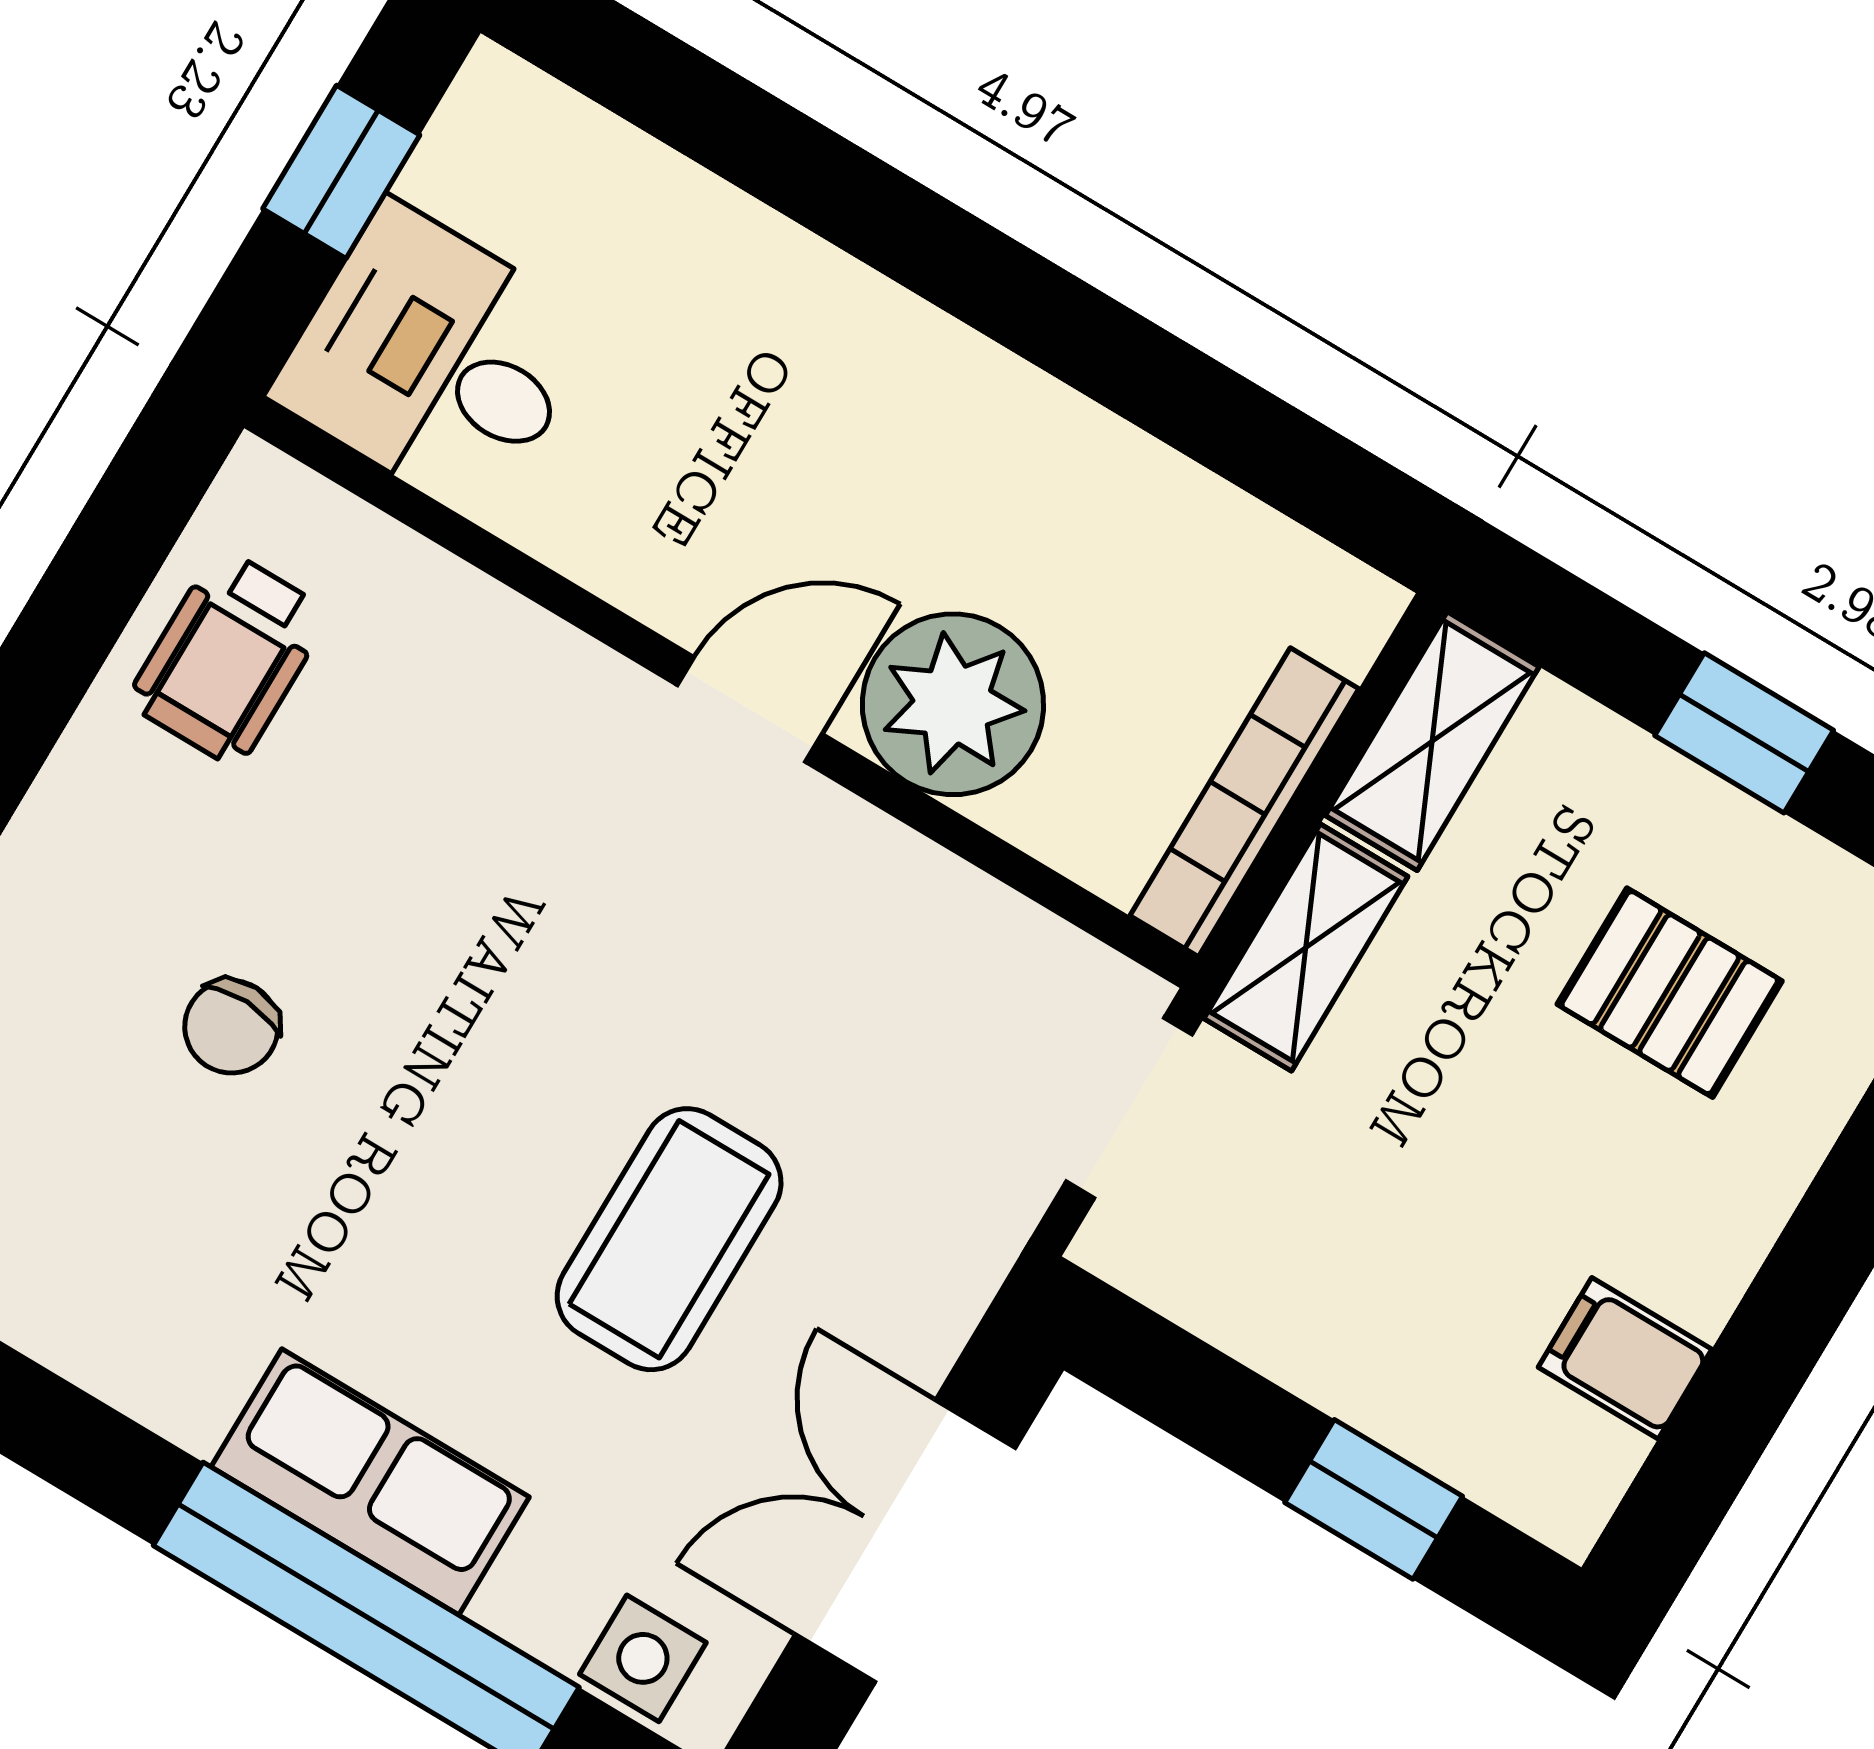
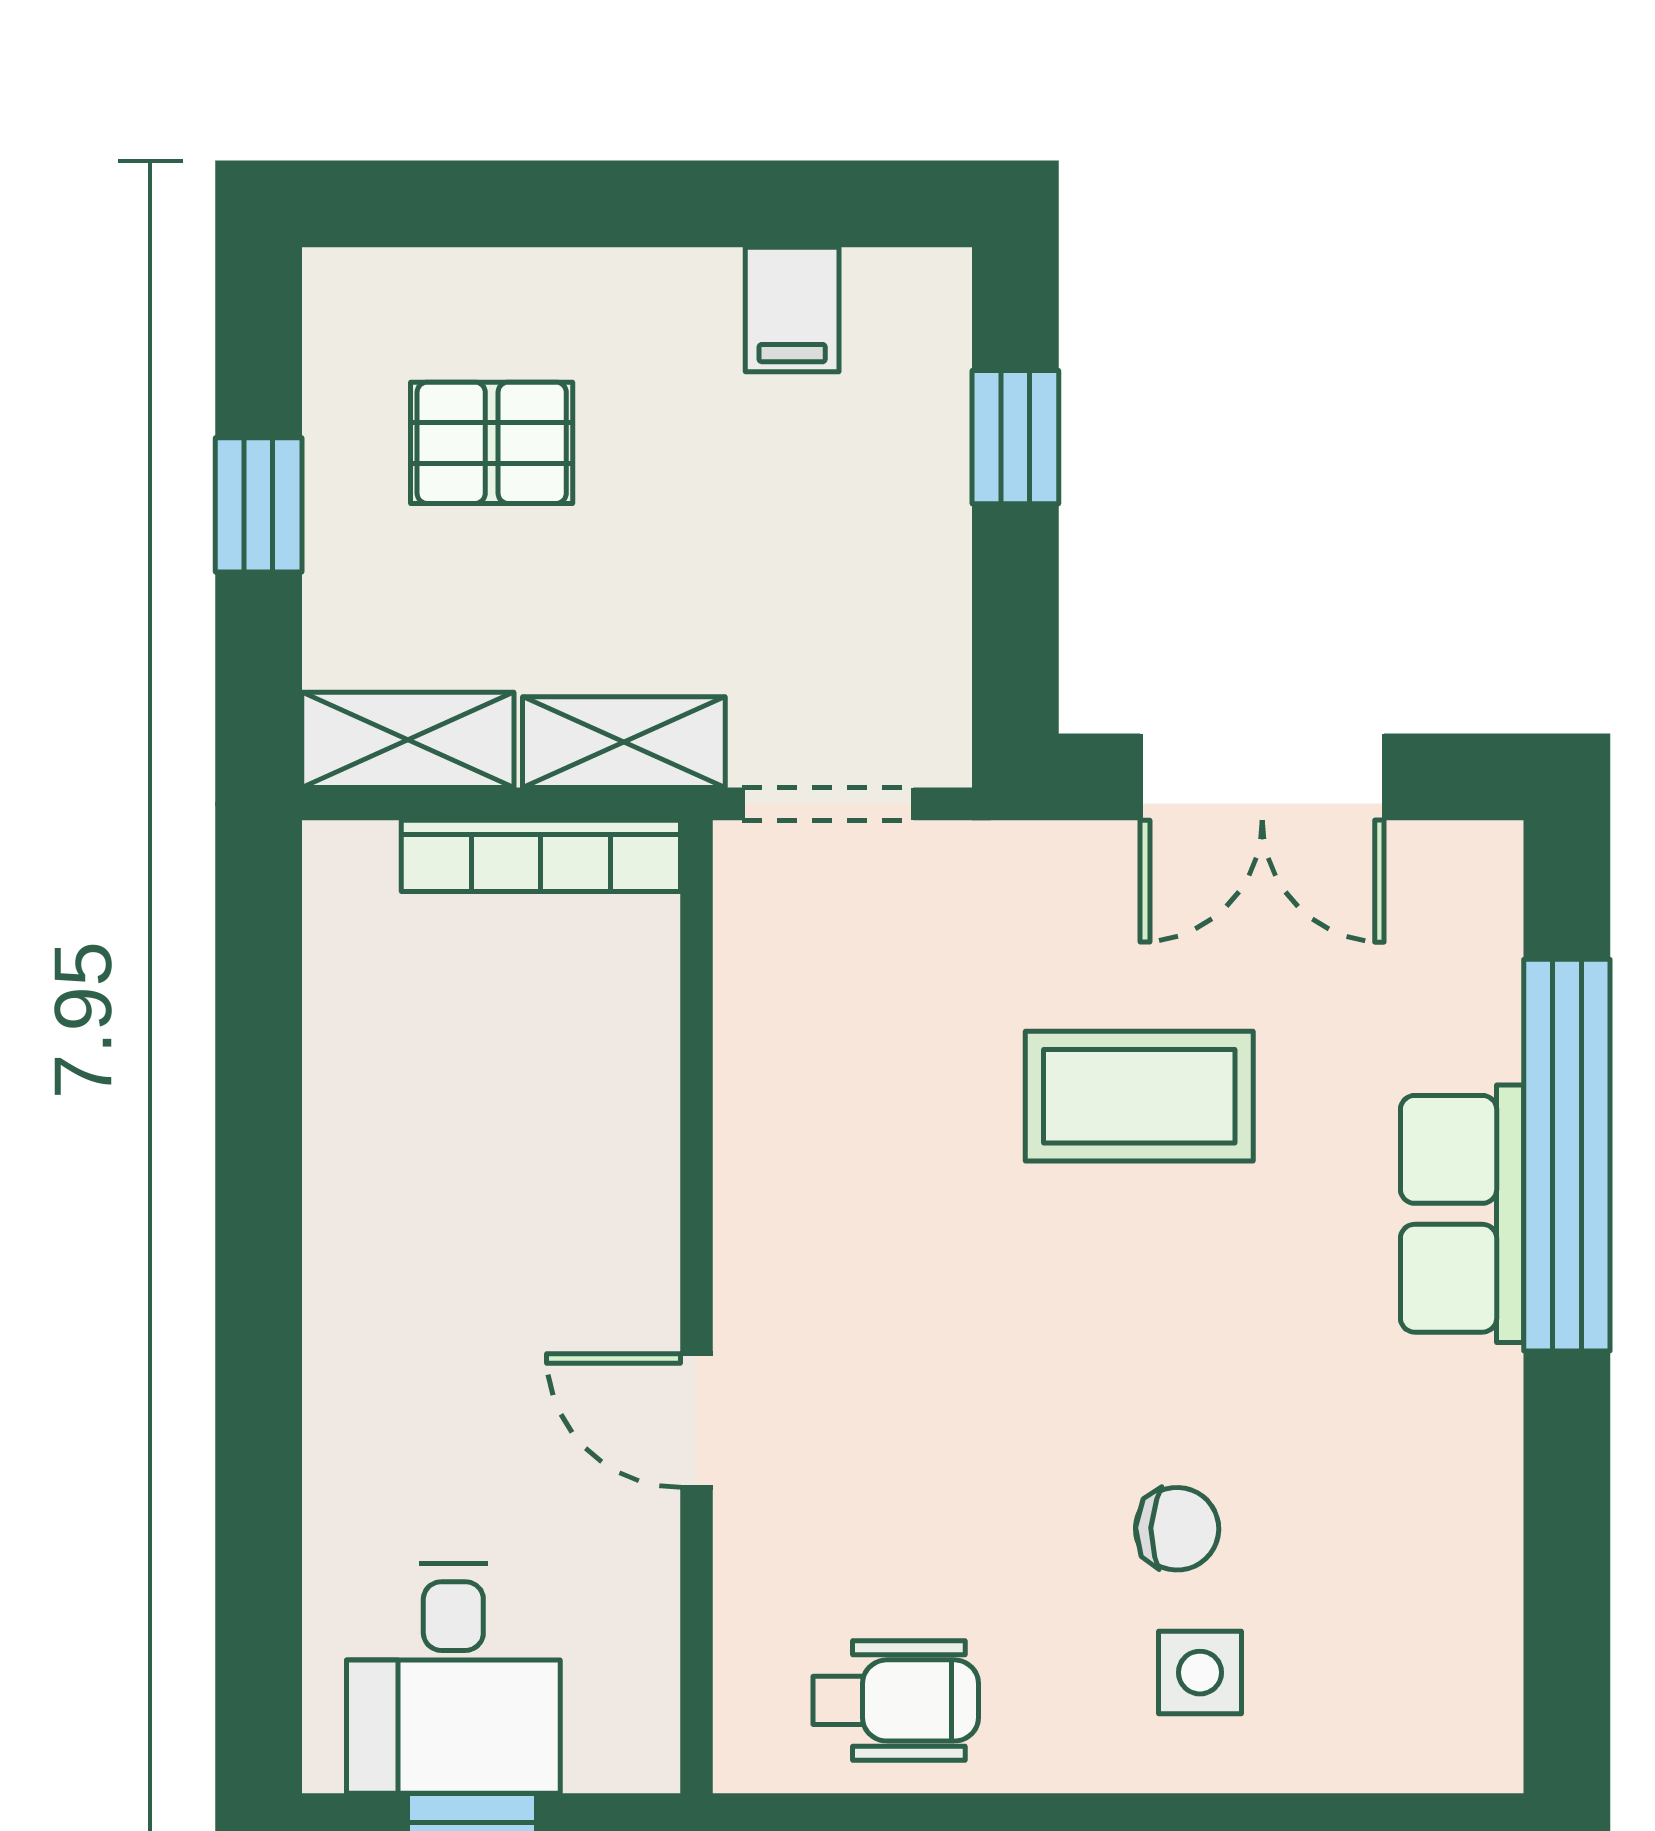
desk: (435, 361) -> (453, 1678), moved
plant: (953, 704) -> (599, 1124), removed
door: (750, 710) -> (696, 1421), moved
pallet: (1670, 993) -> (492, 443), turned 90
side table: (643, 1658) -> (1200, 1673), moved

